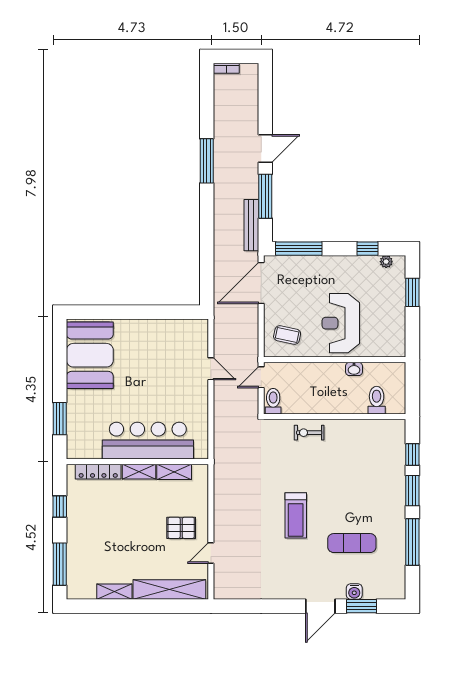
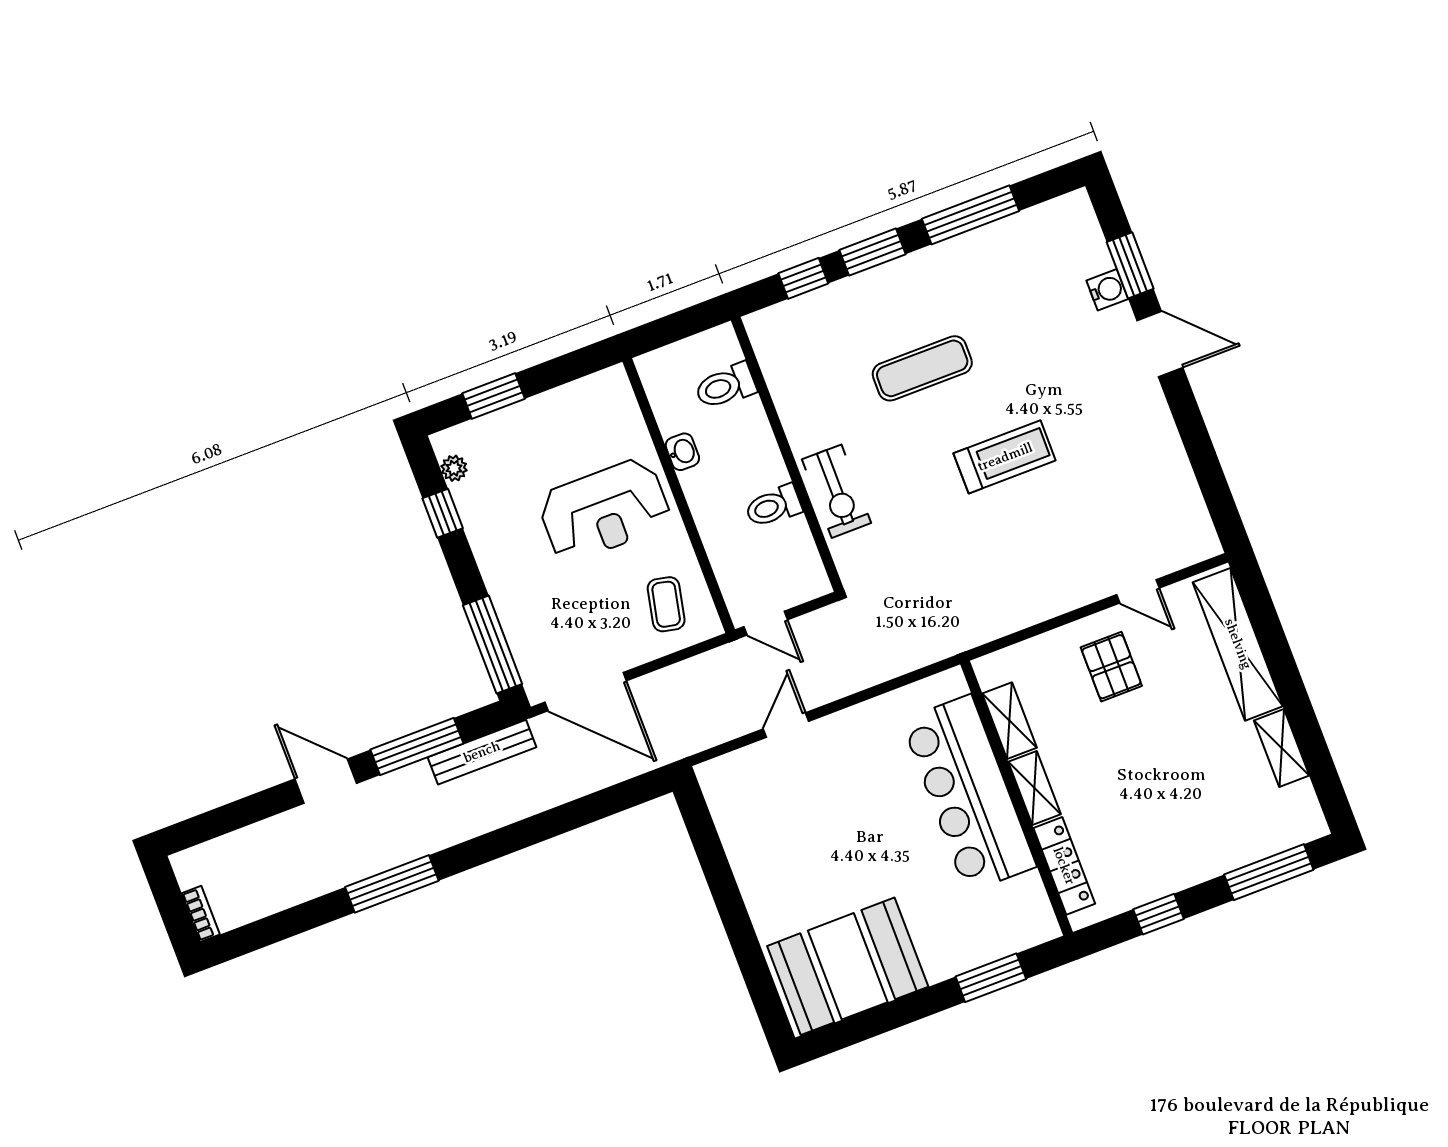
toilet: (273, 401) -> (773, 506), moved
exercise bike: (309, 433) -> (837, 491), width x1.38, depth x1.39
exercise mat: (352, 543) -> (922, 368), moved, turned 90

